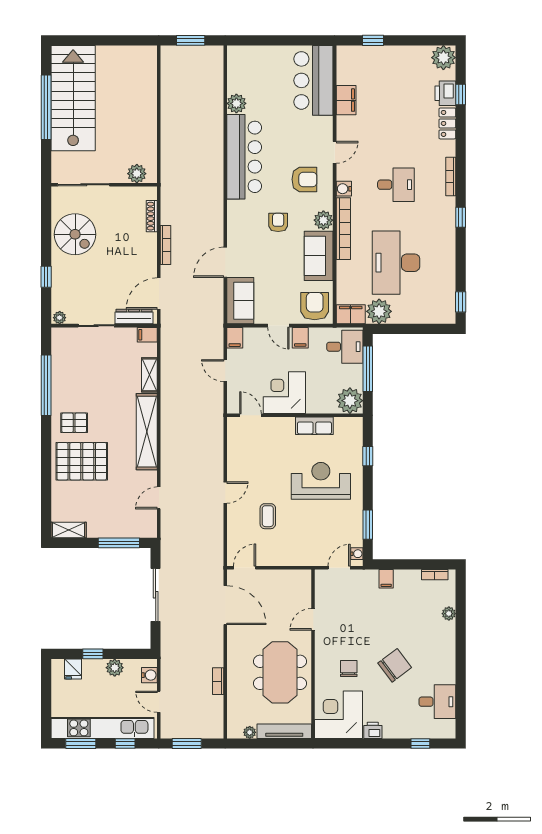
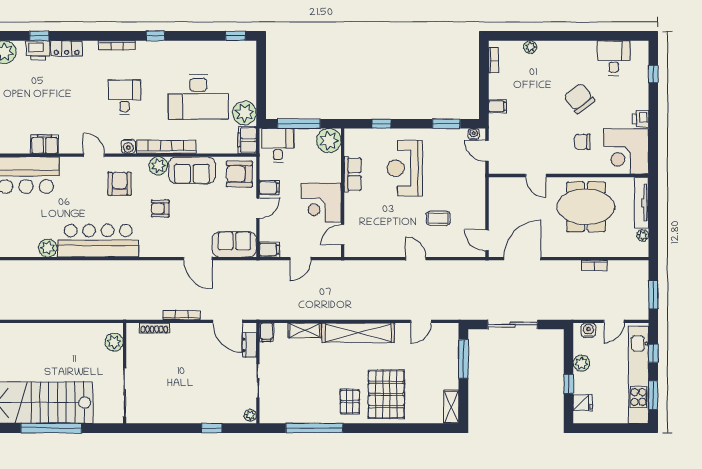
spiral stairs: (75, 234) -> (171, 401), removed
dresser: (134, 317) -> (249, 345), width x0.70
door: (159, 498) -> (421, 321), hinge flipped

